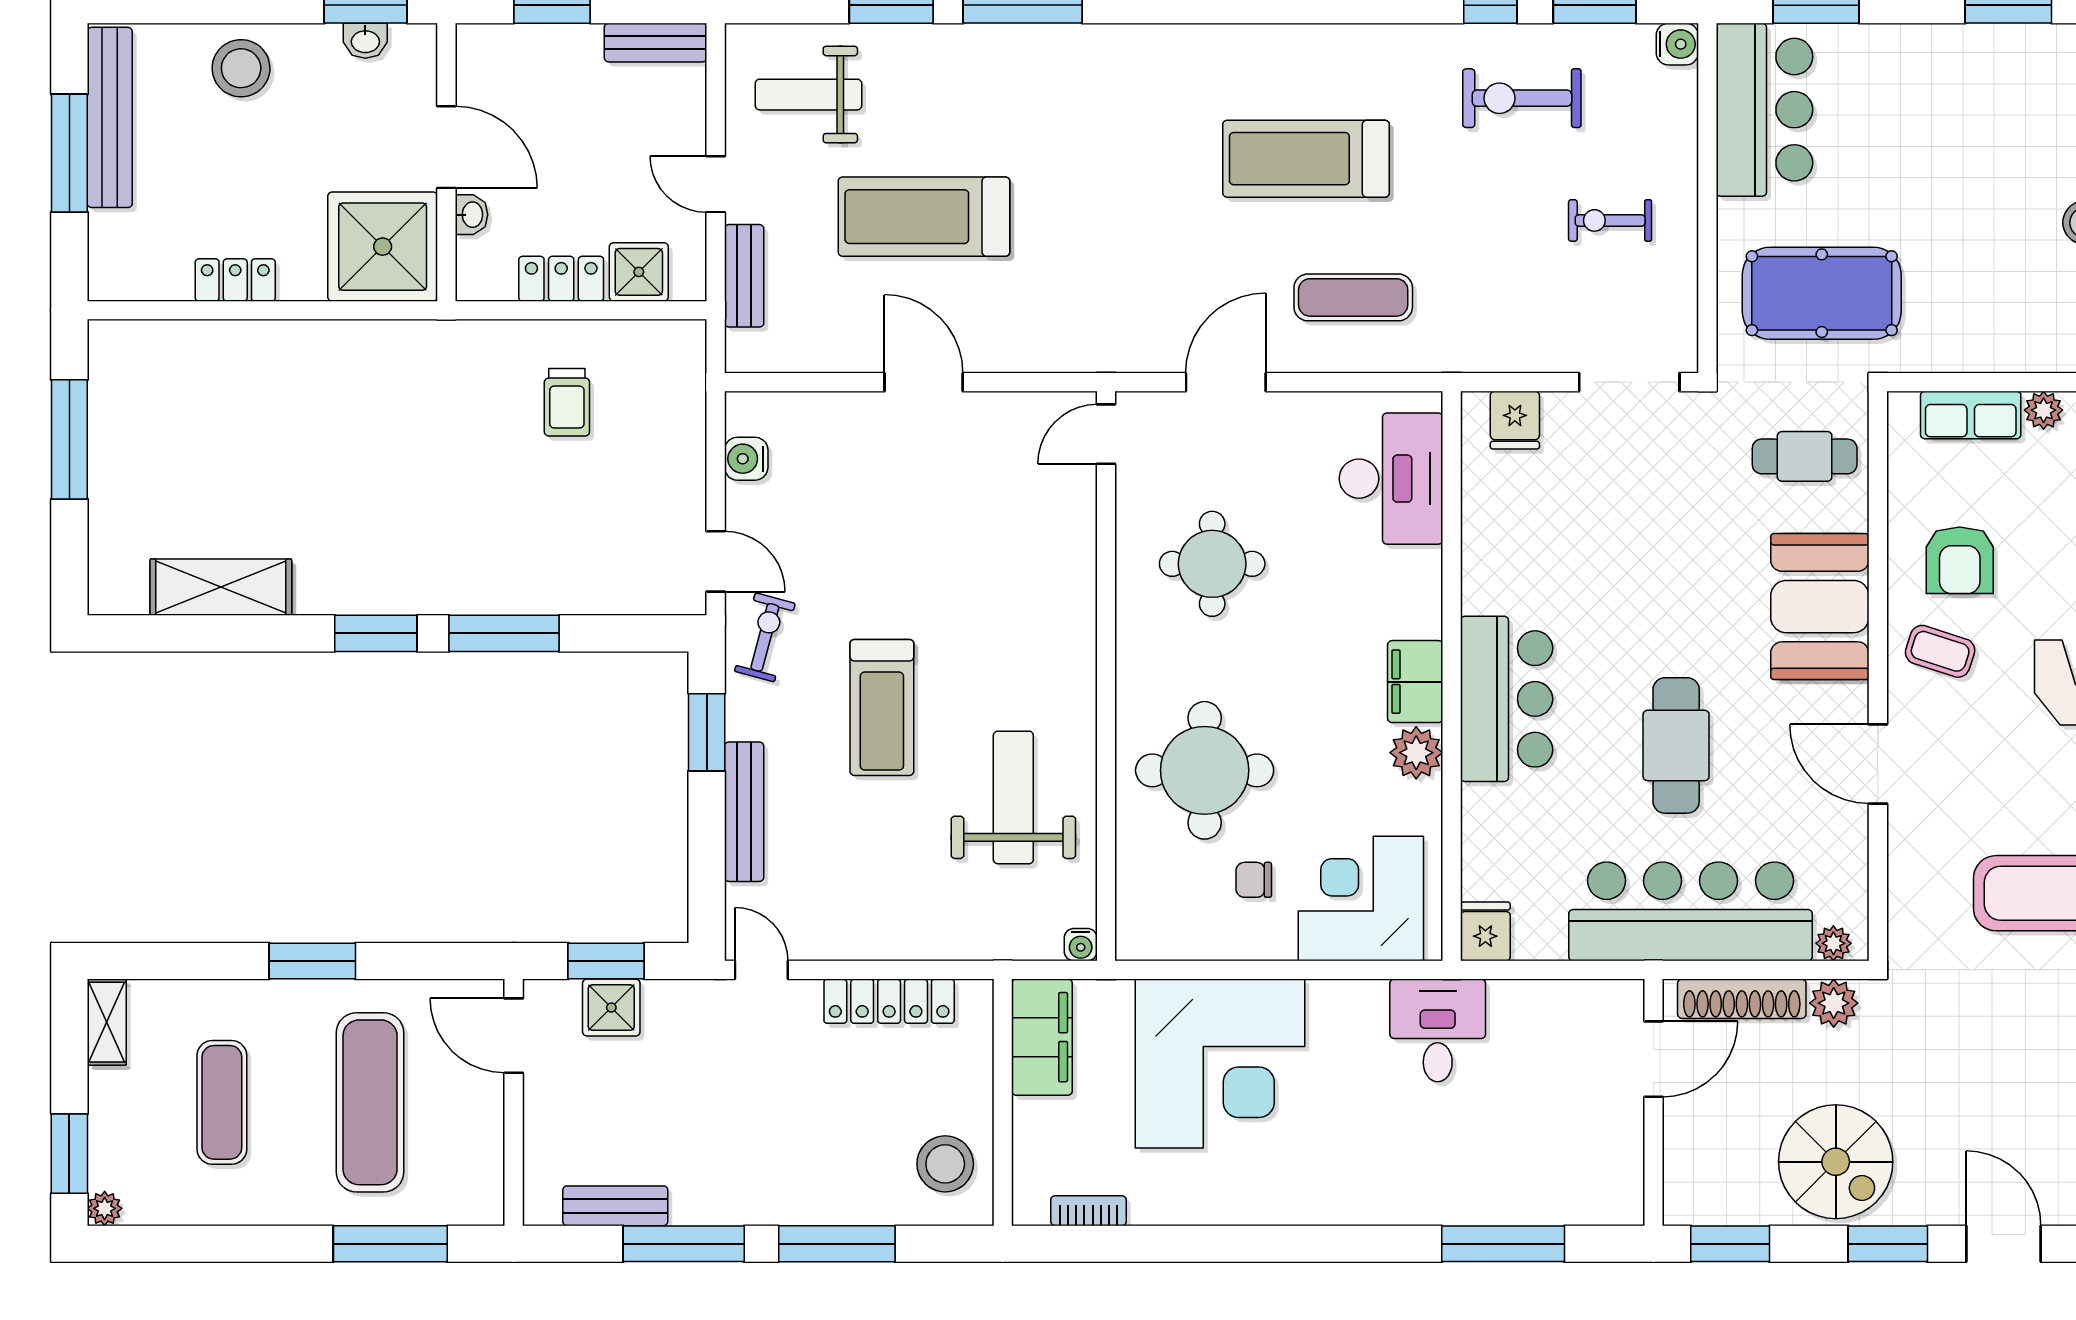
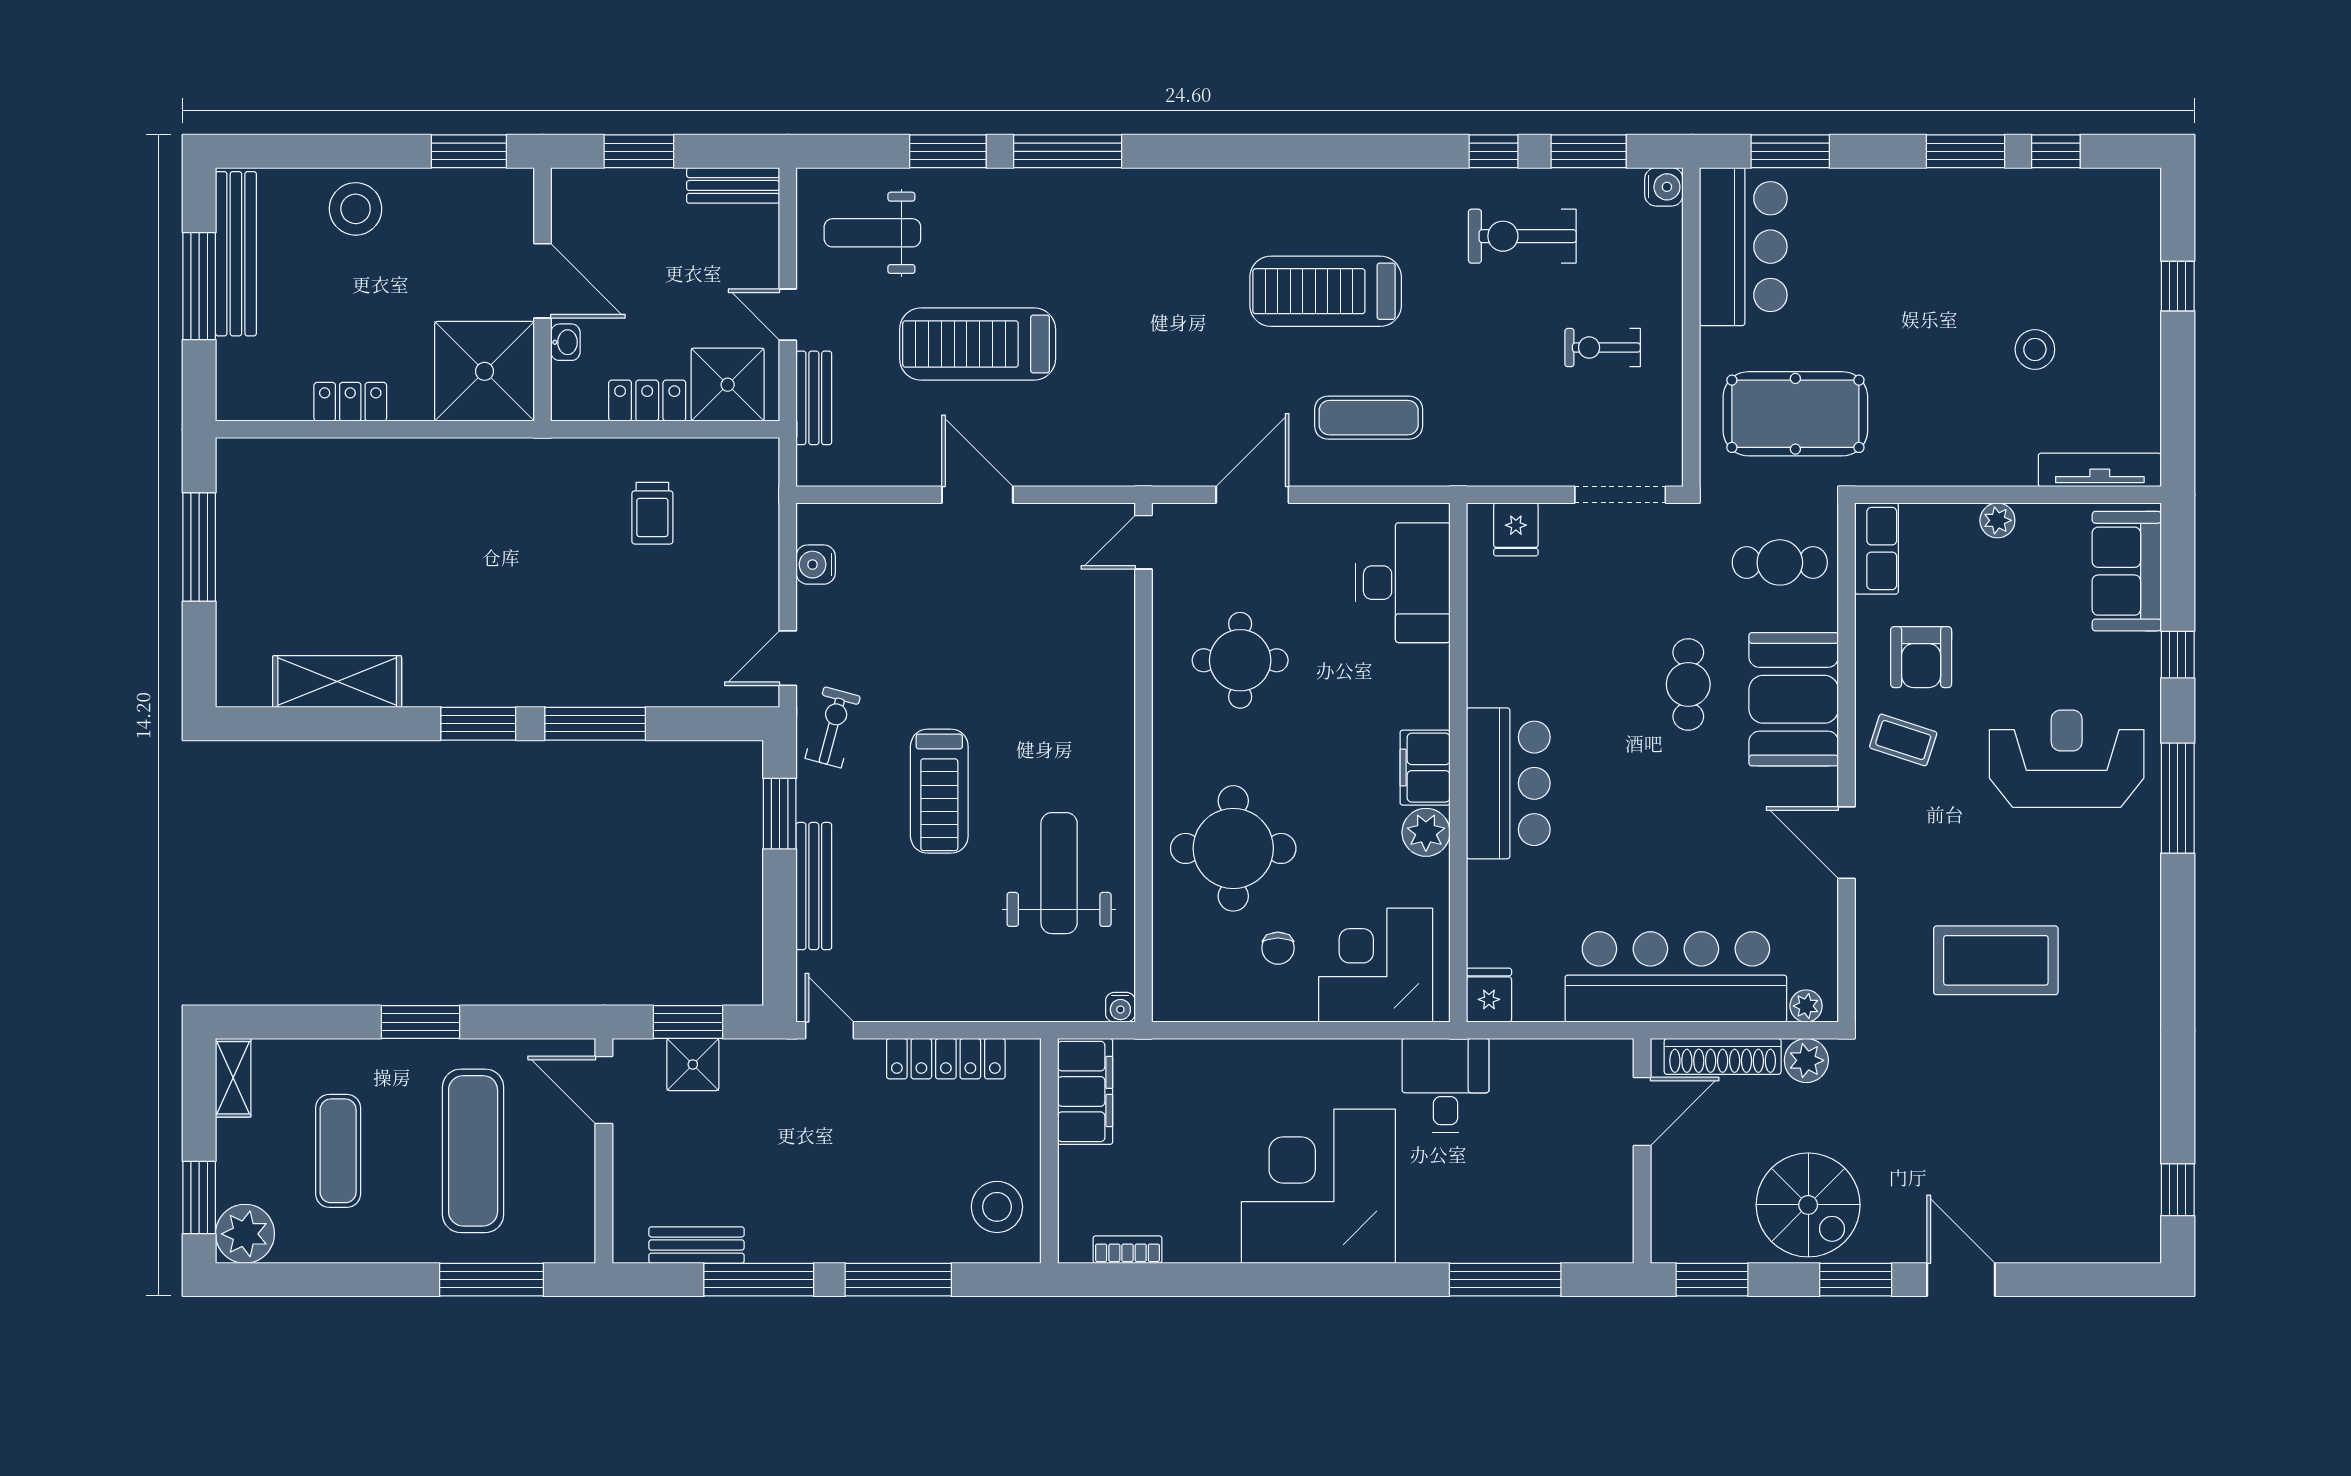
washbasin: (365, 41) -> (469, 184), removed
shower: (639, 272) -> (728, 385), width x1.36, depth x1.36
row of seats: (1971, 415) -> (1877, 548), moved, turned -90
door: (716, 561) -> (788, 658), swing flipped
cafe table: (1676, 745) -> (1688, 684), moved, width x0.73, depth x0.74
chair: (1254, 880) -> (1278, 948), turned -90
corner desk: (1220, 1064) -> (1318, 1186), moved, turned 180
plant: (105, 1208) -> (245, 1234), width x1.88, depth x1.88

